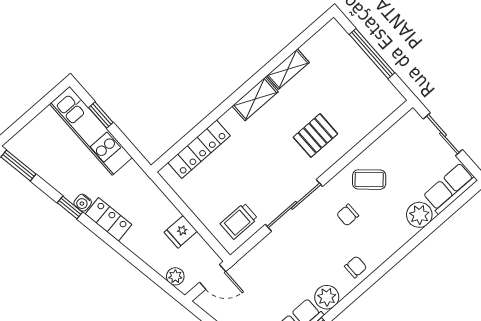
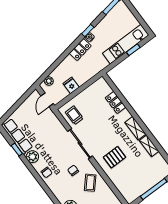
pallet: (315, 136) -> (115, 157), turned 90
locker: (199, 149) -> (116, 102), width x0.66

